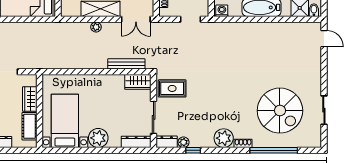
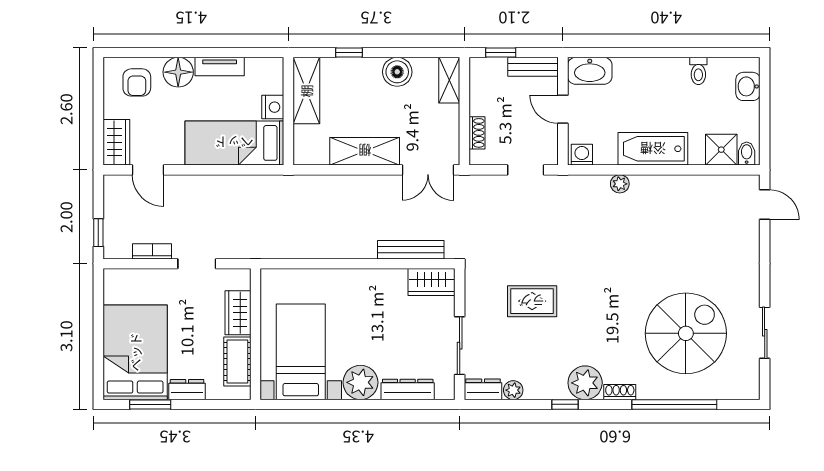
plant: (96, 27) -> (620, 184), moved
rug: (172, 88) -> (532, 301), moved
spiral stairs: (280, 111) -> (686, 333), turned -90
dresser: (136, 142) -> (408, 389), moved
window: (193, 150) -> (565, 404), moved

